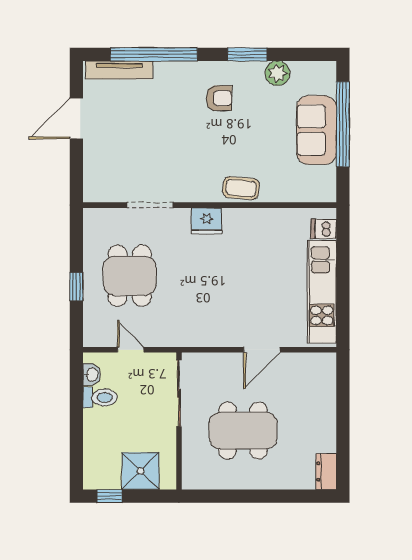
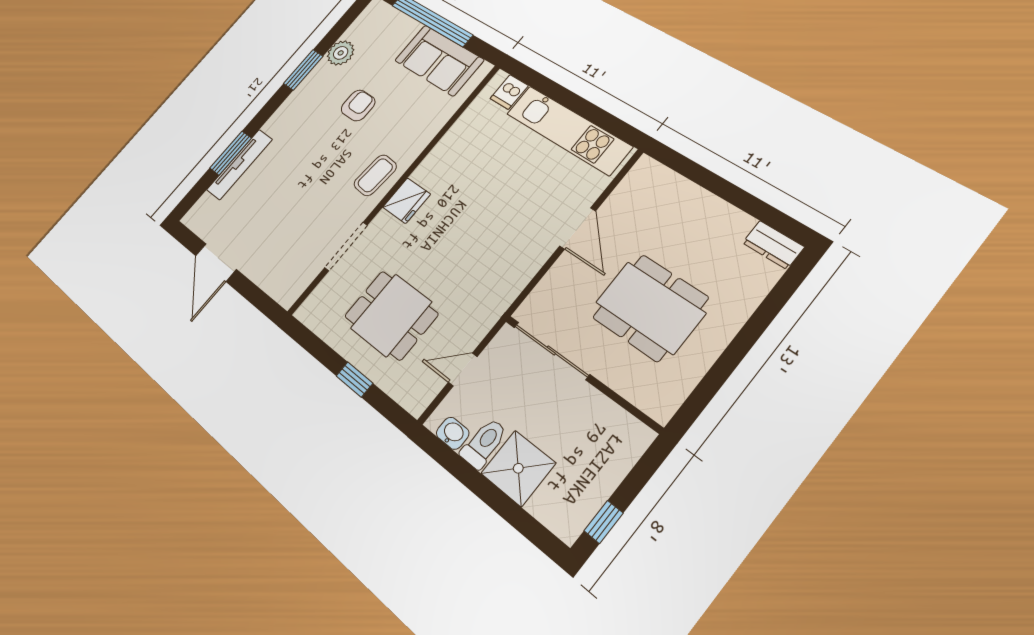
window: (154, 54) -> (231, 153), width x0.47
tv unit: (119, 70) -> (240, 165), moved
armchair: (219, 98) -> (358, 105), moved
sofa: (316, 130) -> (439, 60), moved
coffee table: (241, 188) -> (375, 175), moved
dining table: (243, 431) -> (650, 308), turned 90
shower: (140, 471) -> (518, 468), moved

